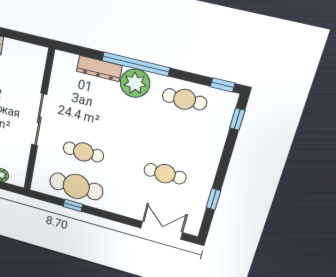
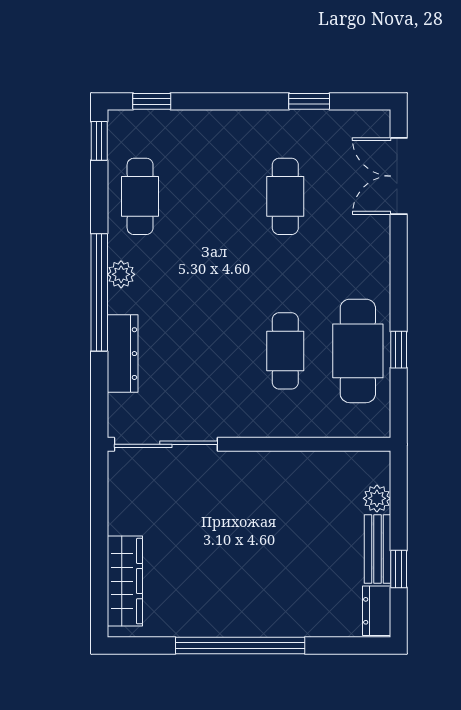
plant: (135, 83) -> (121, 274), width x0.53, depth x0.53
sliding door: (39, 120) -> (166, 444), moved

